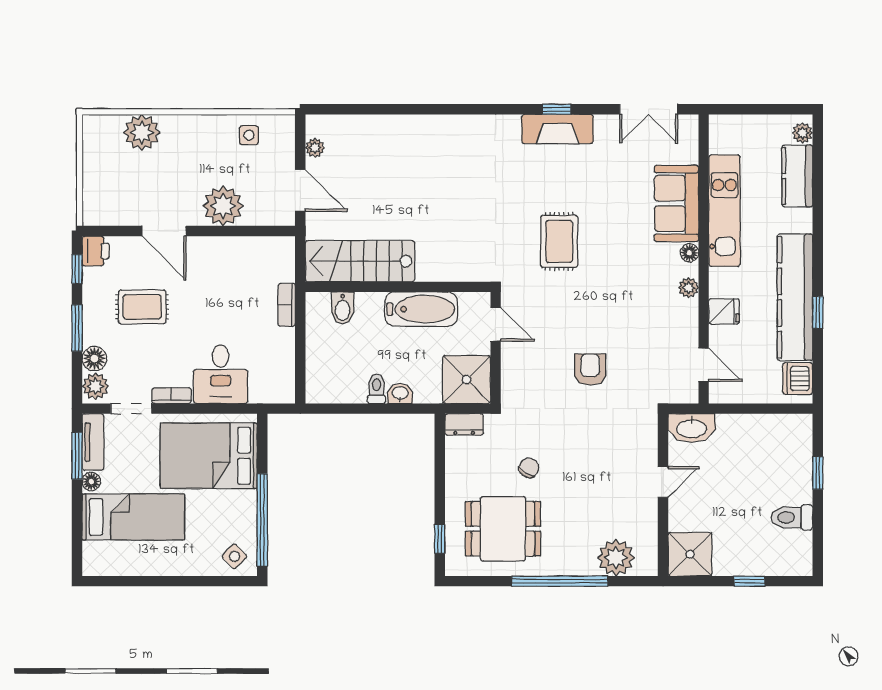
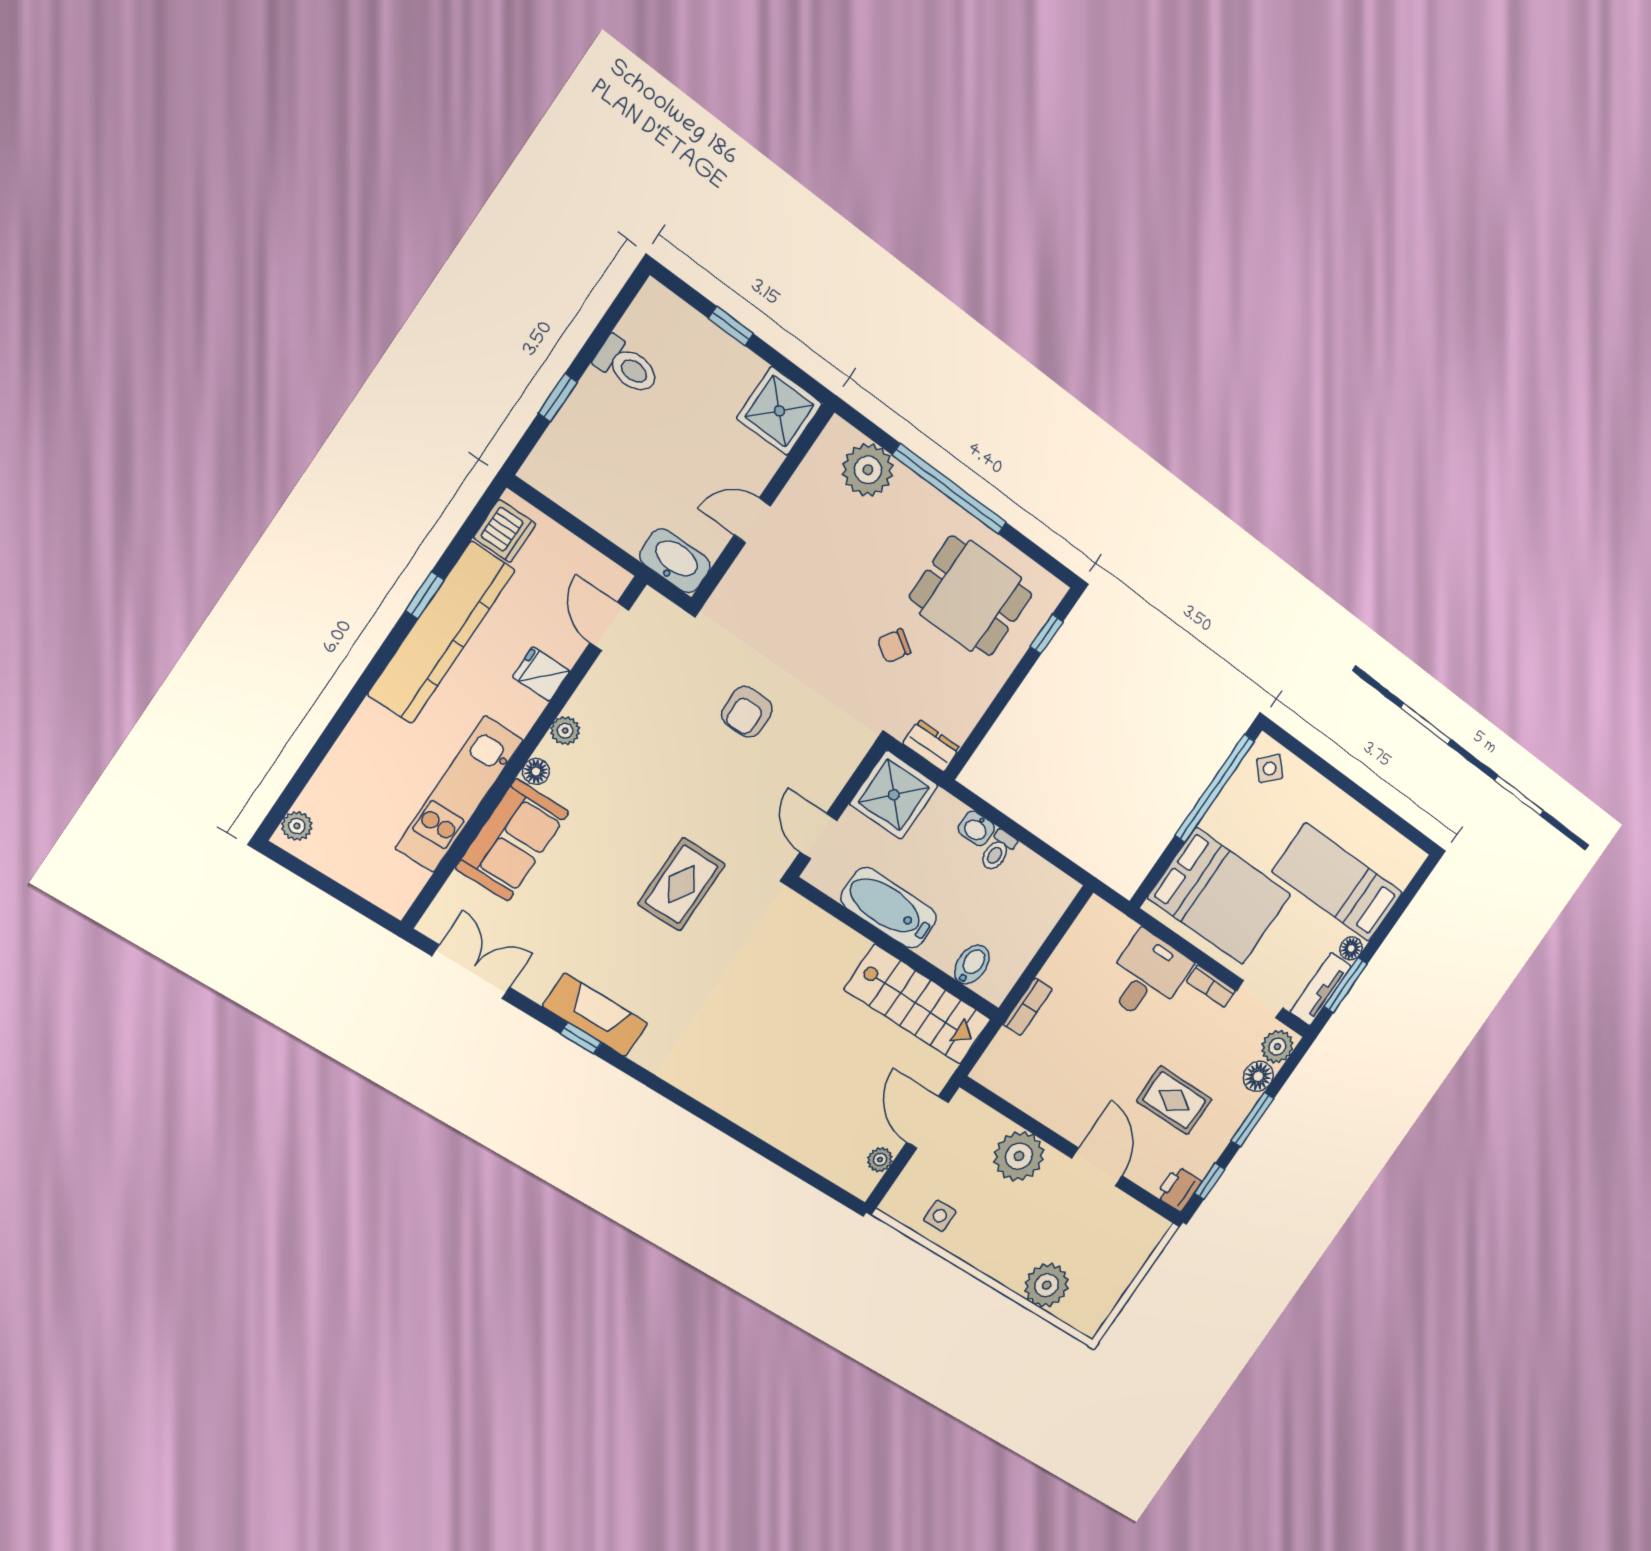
kitchen counter: (797, 176) -> (339, 778), removed

